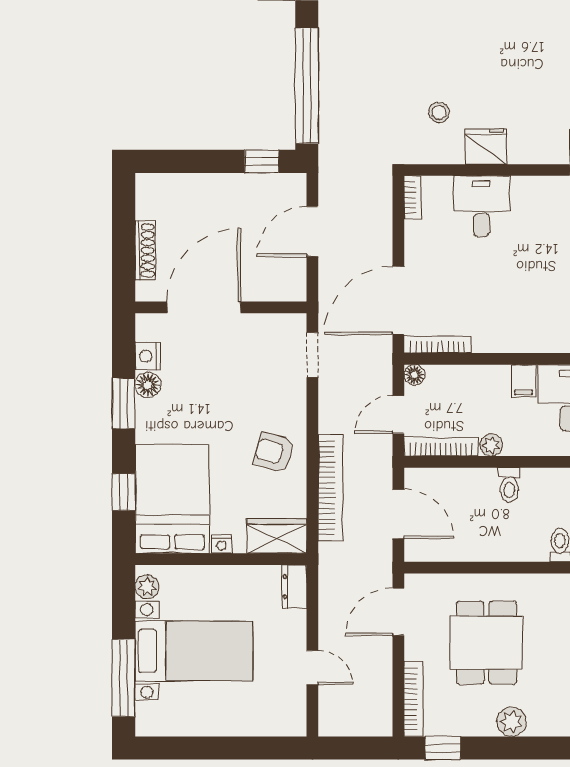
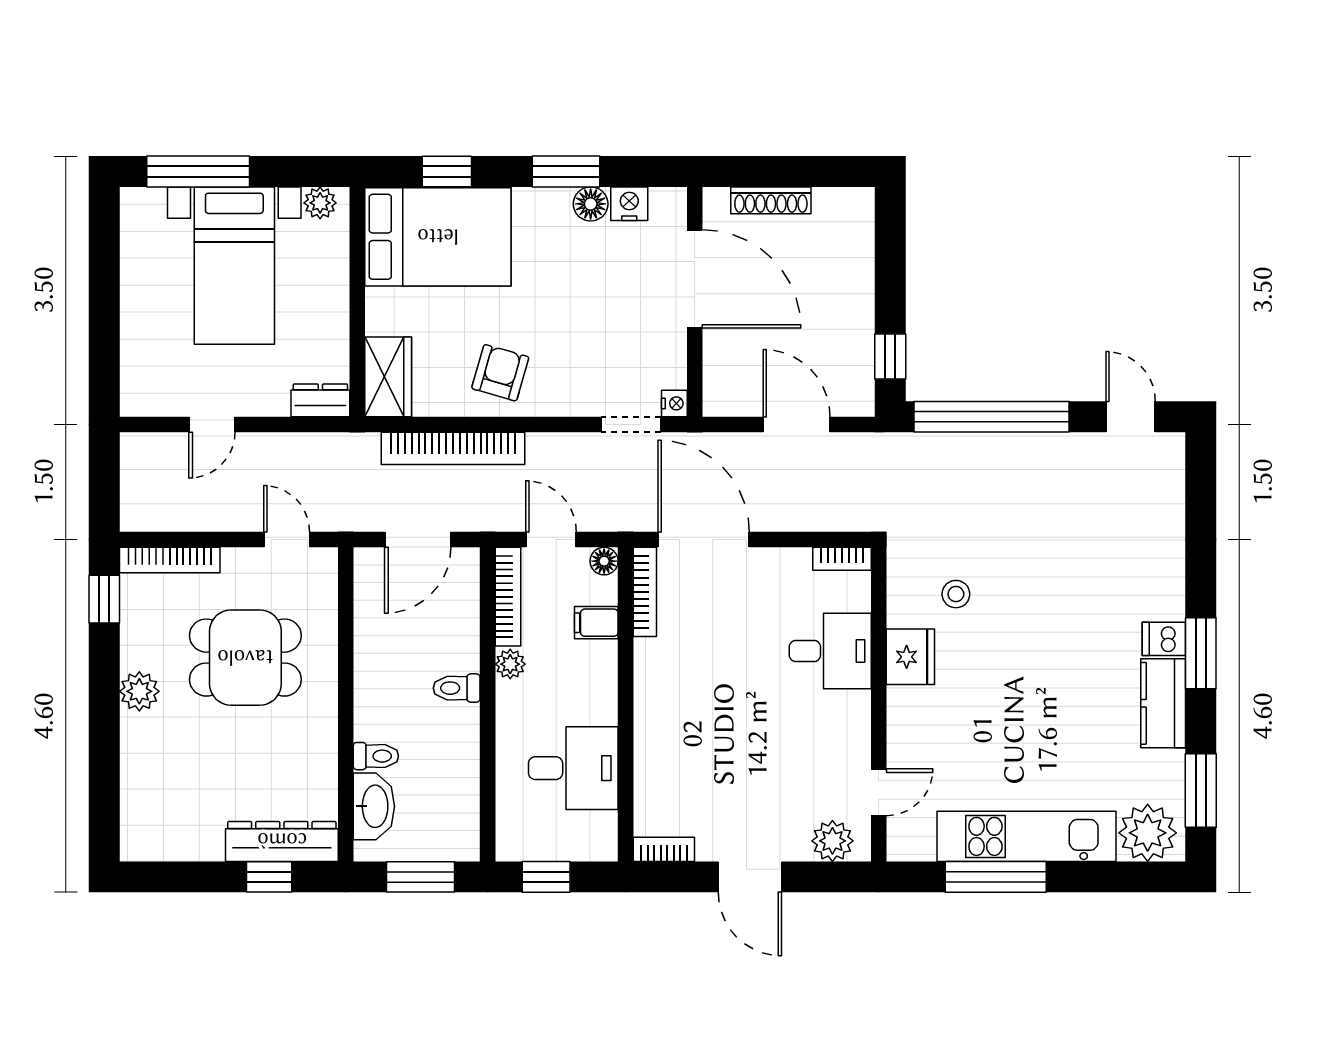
filing cabinet: (524, 381) -> (596, 623), moved
nightstand: (221, 544) -> (674, 403), moved, turned 180
door: (398, 612) -> (287, 539), width x0.73

